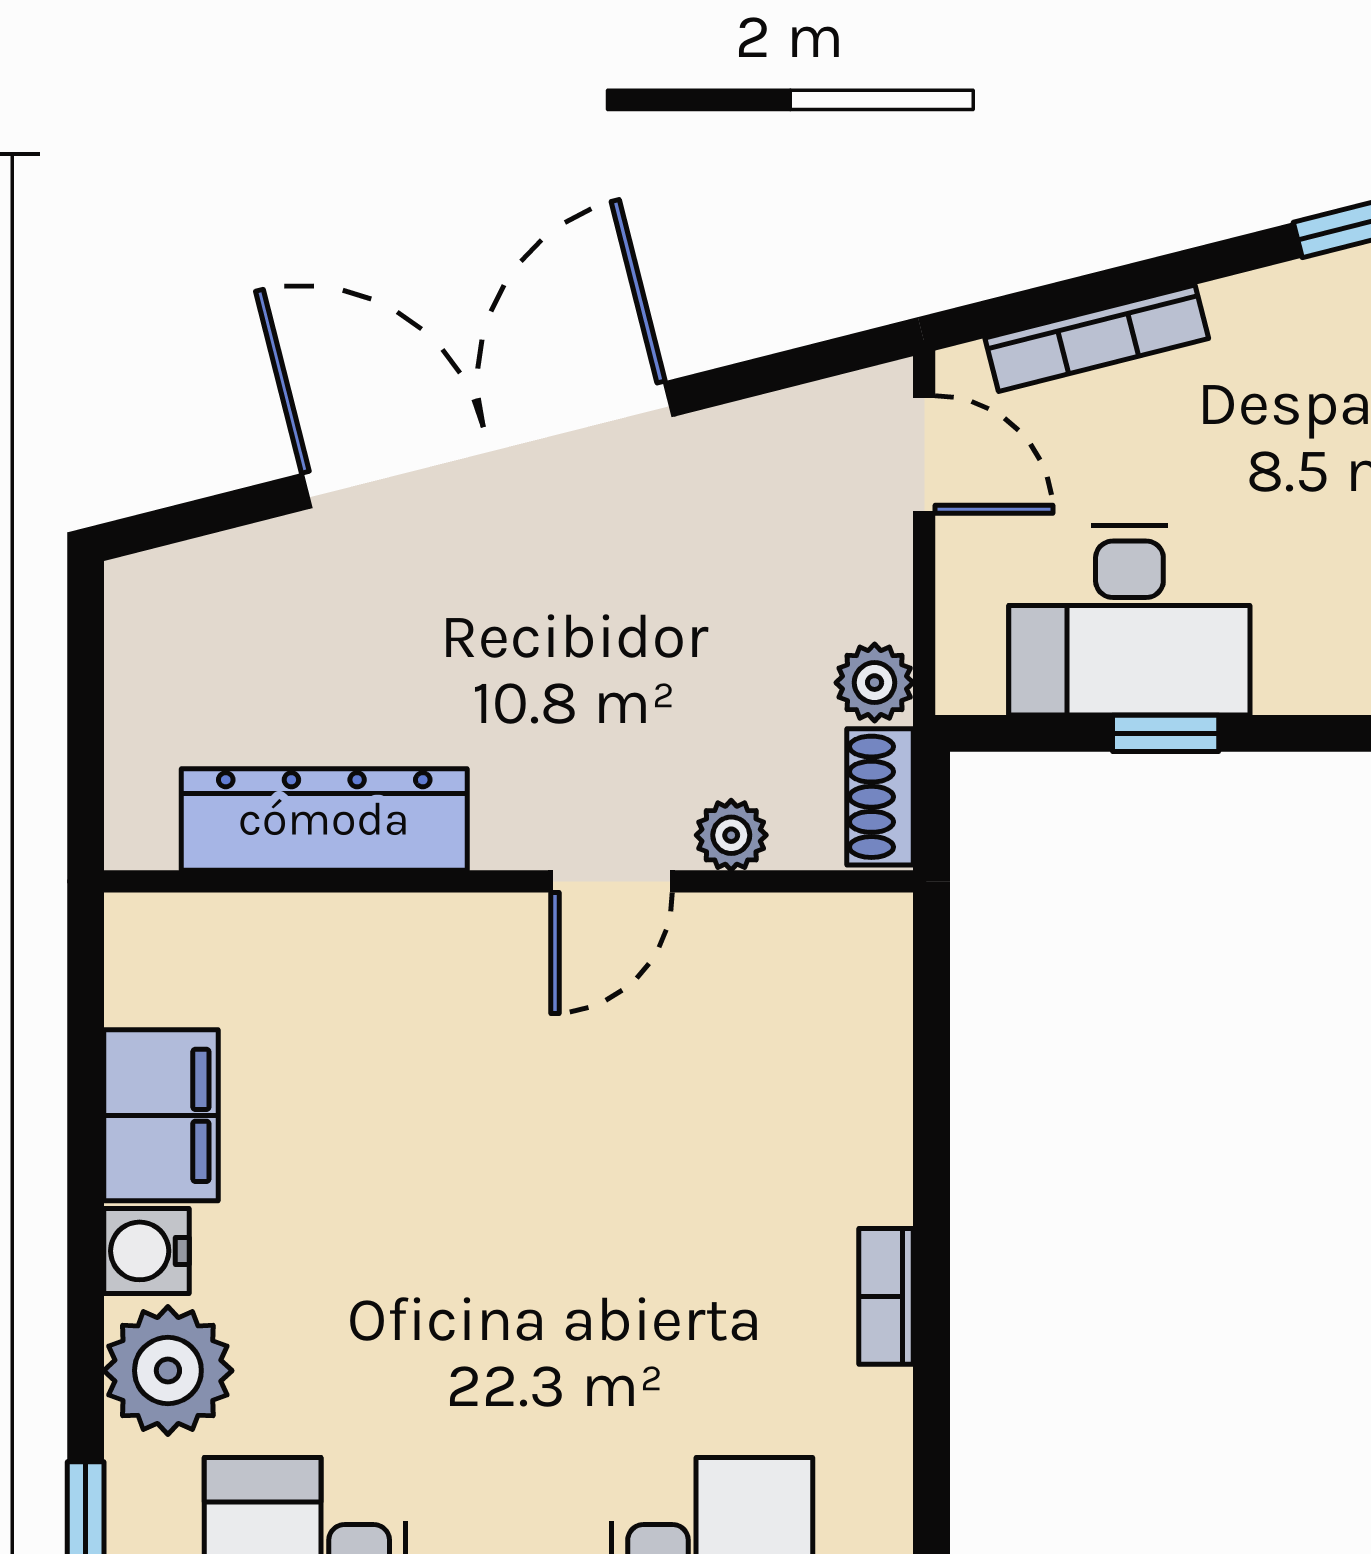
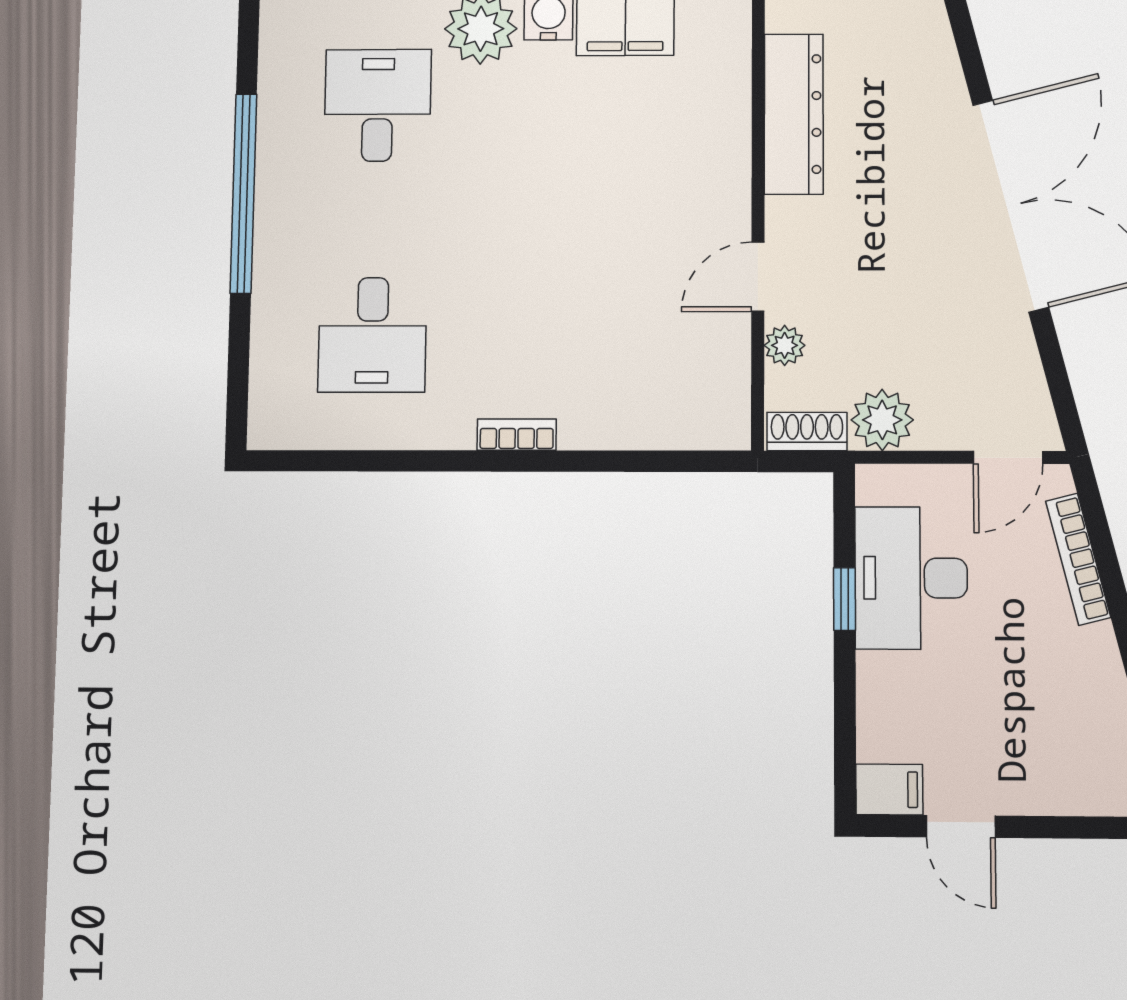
plant: (875, 683) -> (882, 420), width x1.38, depth x1.38
door: (611, 881) -> (758, 277), hinge flipped

